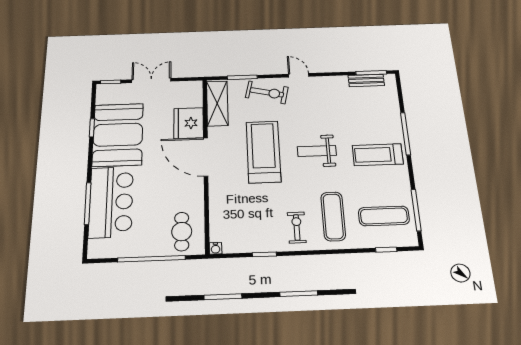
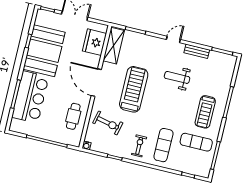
door: (299, 75) -> (173, 39), hinge flipped
bench: (366, 80) -> (197, 51), moved
exercise bike: (267, 92) -> (108, 123), moved
fridge: (189, 123) -> (94, 42), moved
weight bench: (317, 151) -> (177, 77), moved
treadmill: (378, 155) -> (205, 112), turned -90
exercise mat: (384, 216) -> (196, 142), moved
cafe table: (182, 232) -> (73, 116), moved

